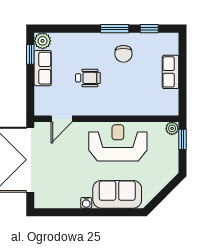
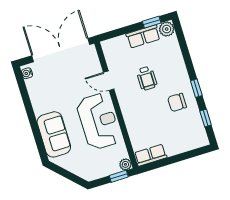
window: (115, 29) -> (196, 88), width x0.67
row of seats: (171, 72) -> (151, 155), moved
door: (62, 119) -> (109, 81), moved
water cooler: (86, 203) -> (27, 73), moved

